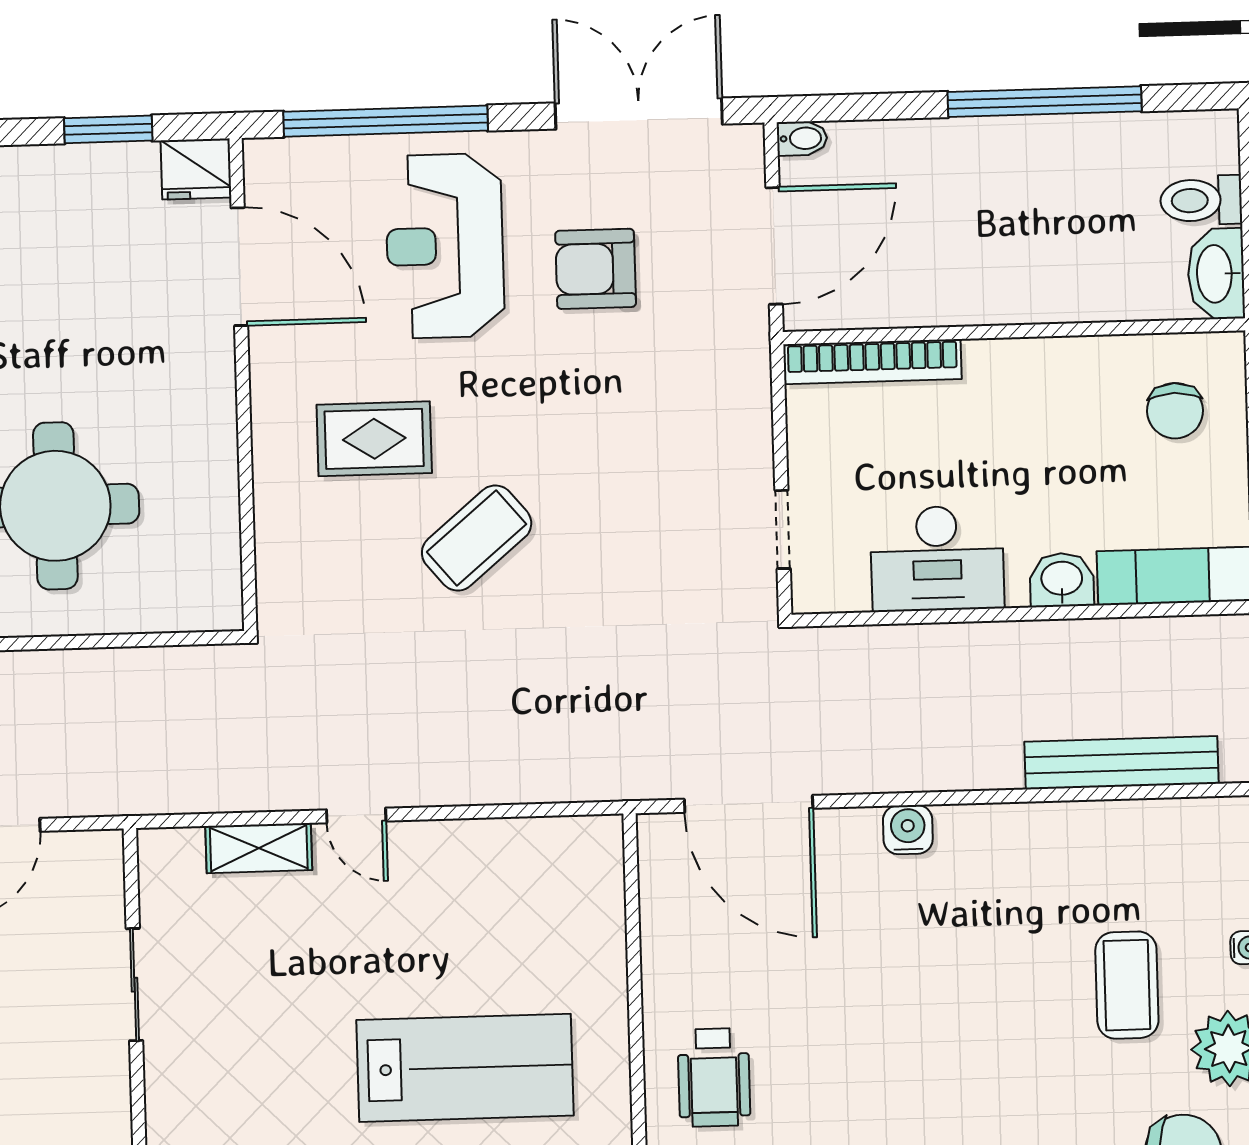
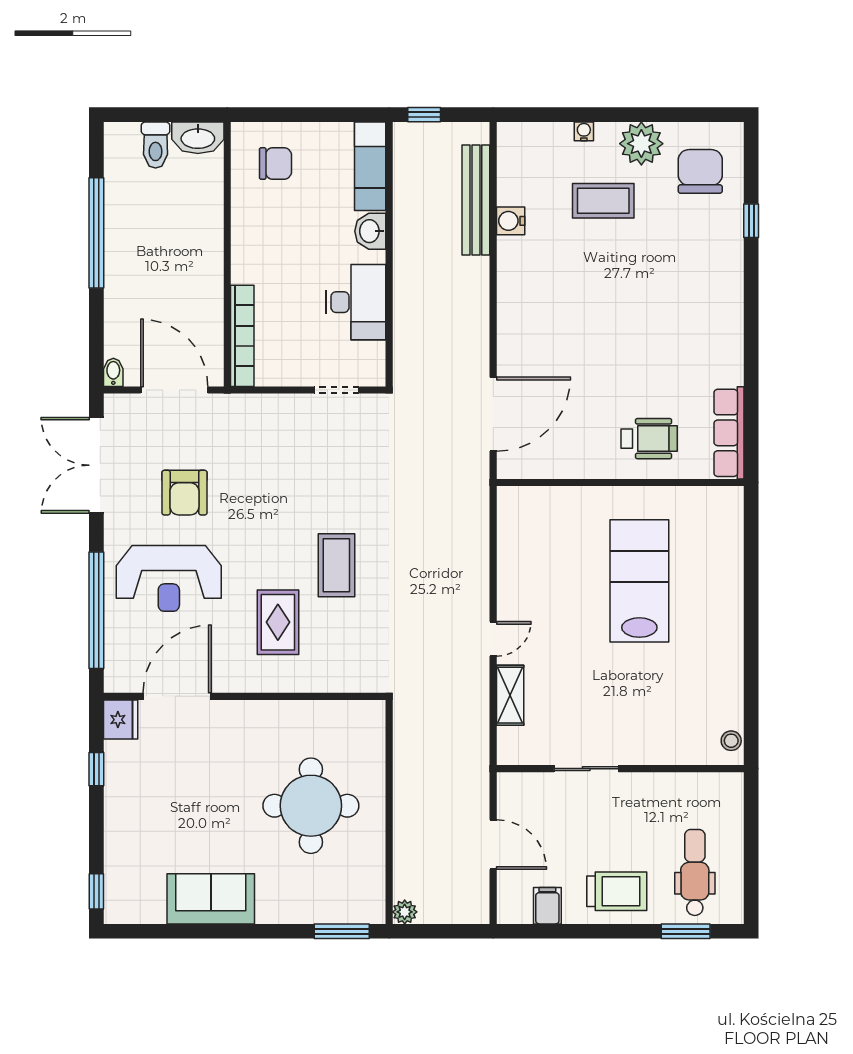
window: (108, 129) -> (96, 769), width x0.67
coffee table: (477, 538) -> (336, 565), turned 40
water cooler: (908, 830) -> (511, 221), moved

